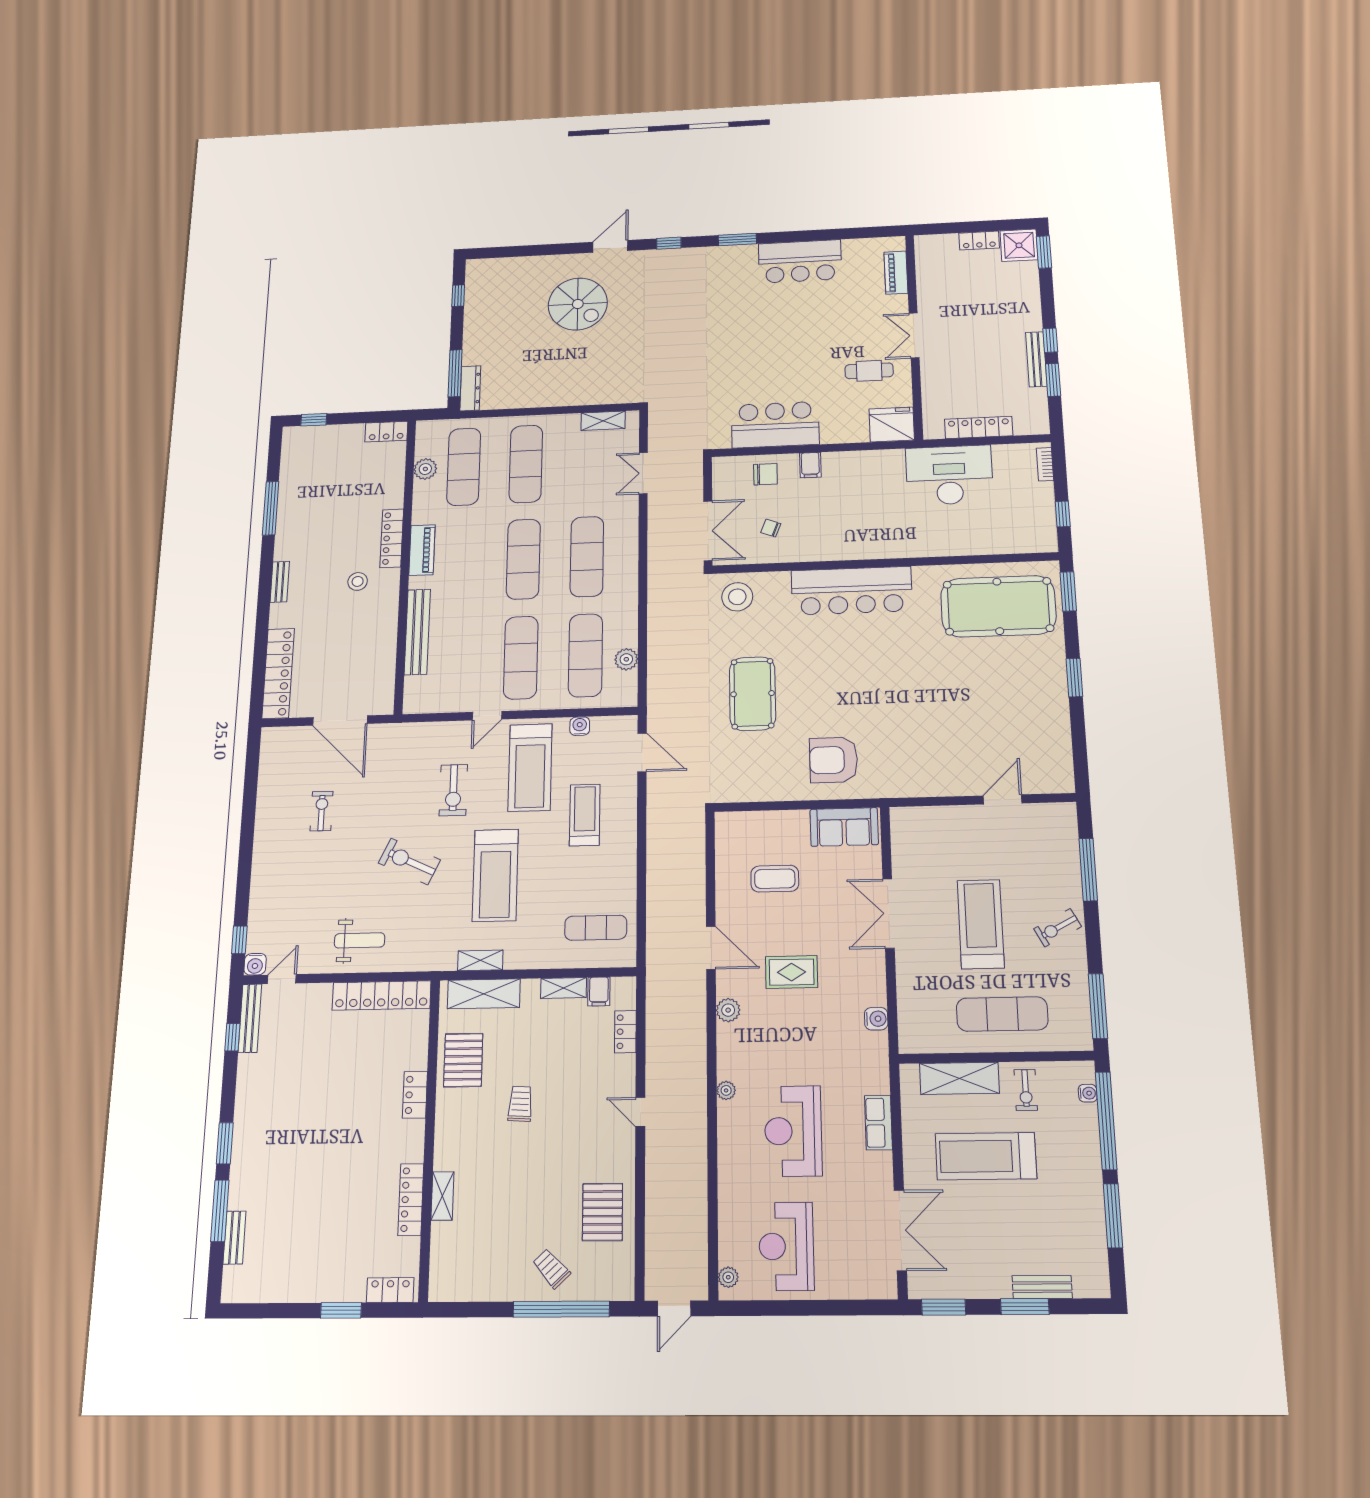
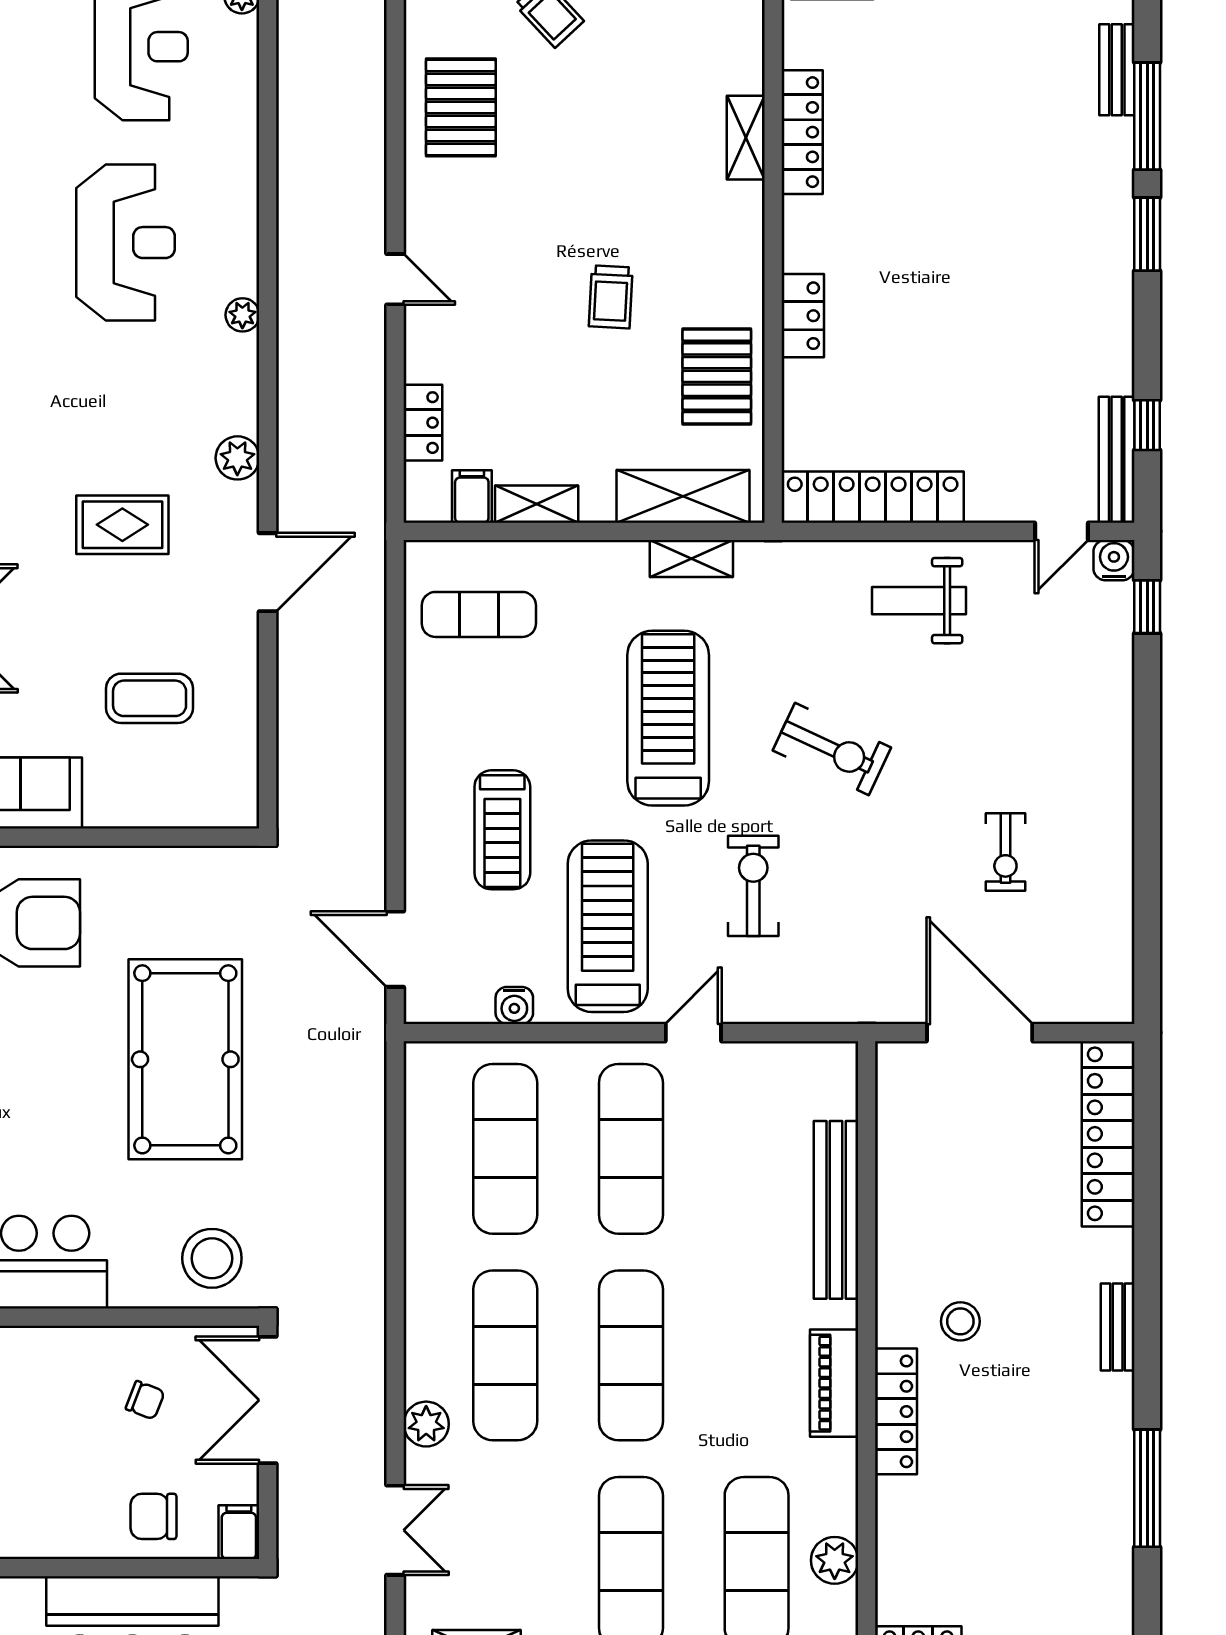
filing cabinet: (810, 465) -> (239, 1532), moved
plant: (626, 659) -> (426, 1424), moved
pool table: (753, 694) -> (185, 1059), width x1.36, depth x1.32
door: (711, 948) -> (268, 572), swing flipped

